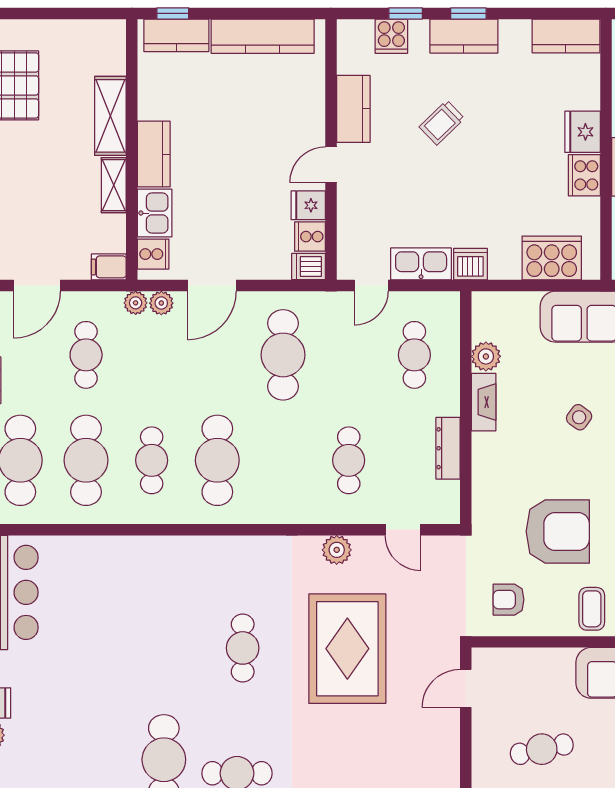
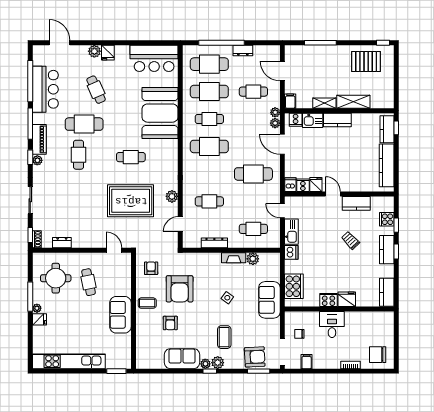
booth: (137, 578) -> (160, 113), added
cafe table: (81, 731) -> (96, 90), added

